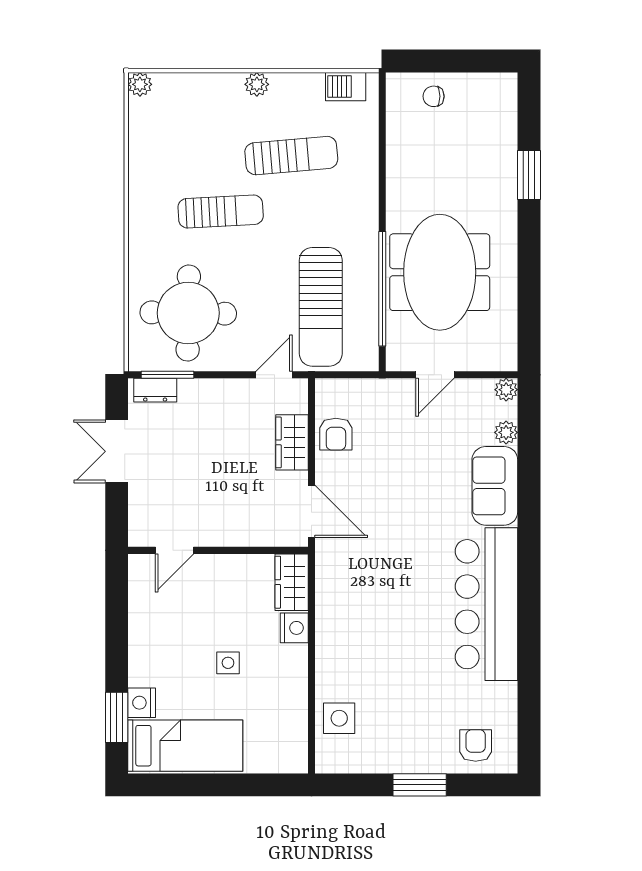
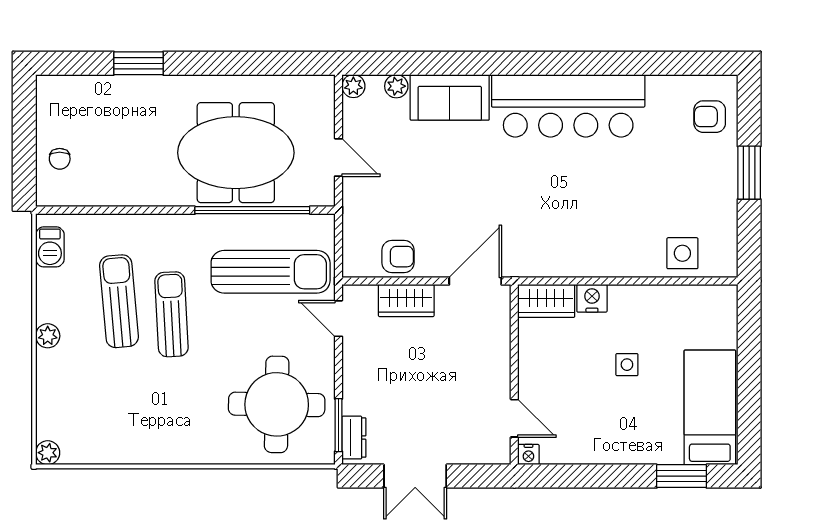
sun lounger: (221, 211) -> (172, 314), moved
nightstand: (142, 703) -> (528, 455), moved, width x0.72, depth x0.74

